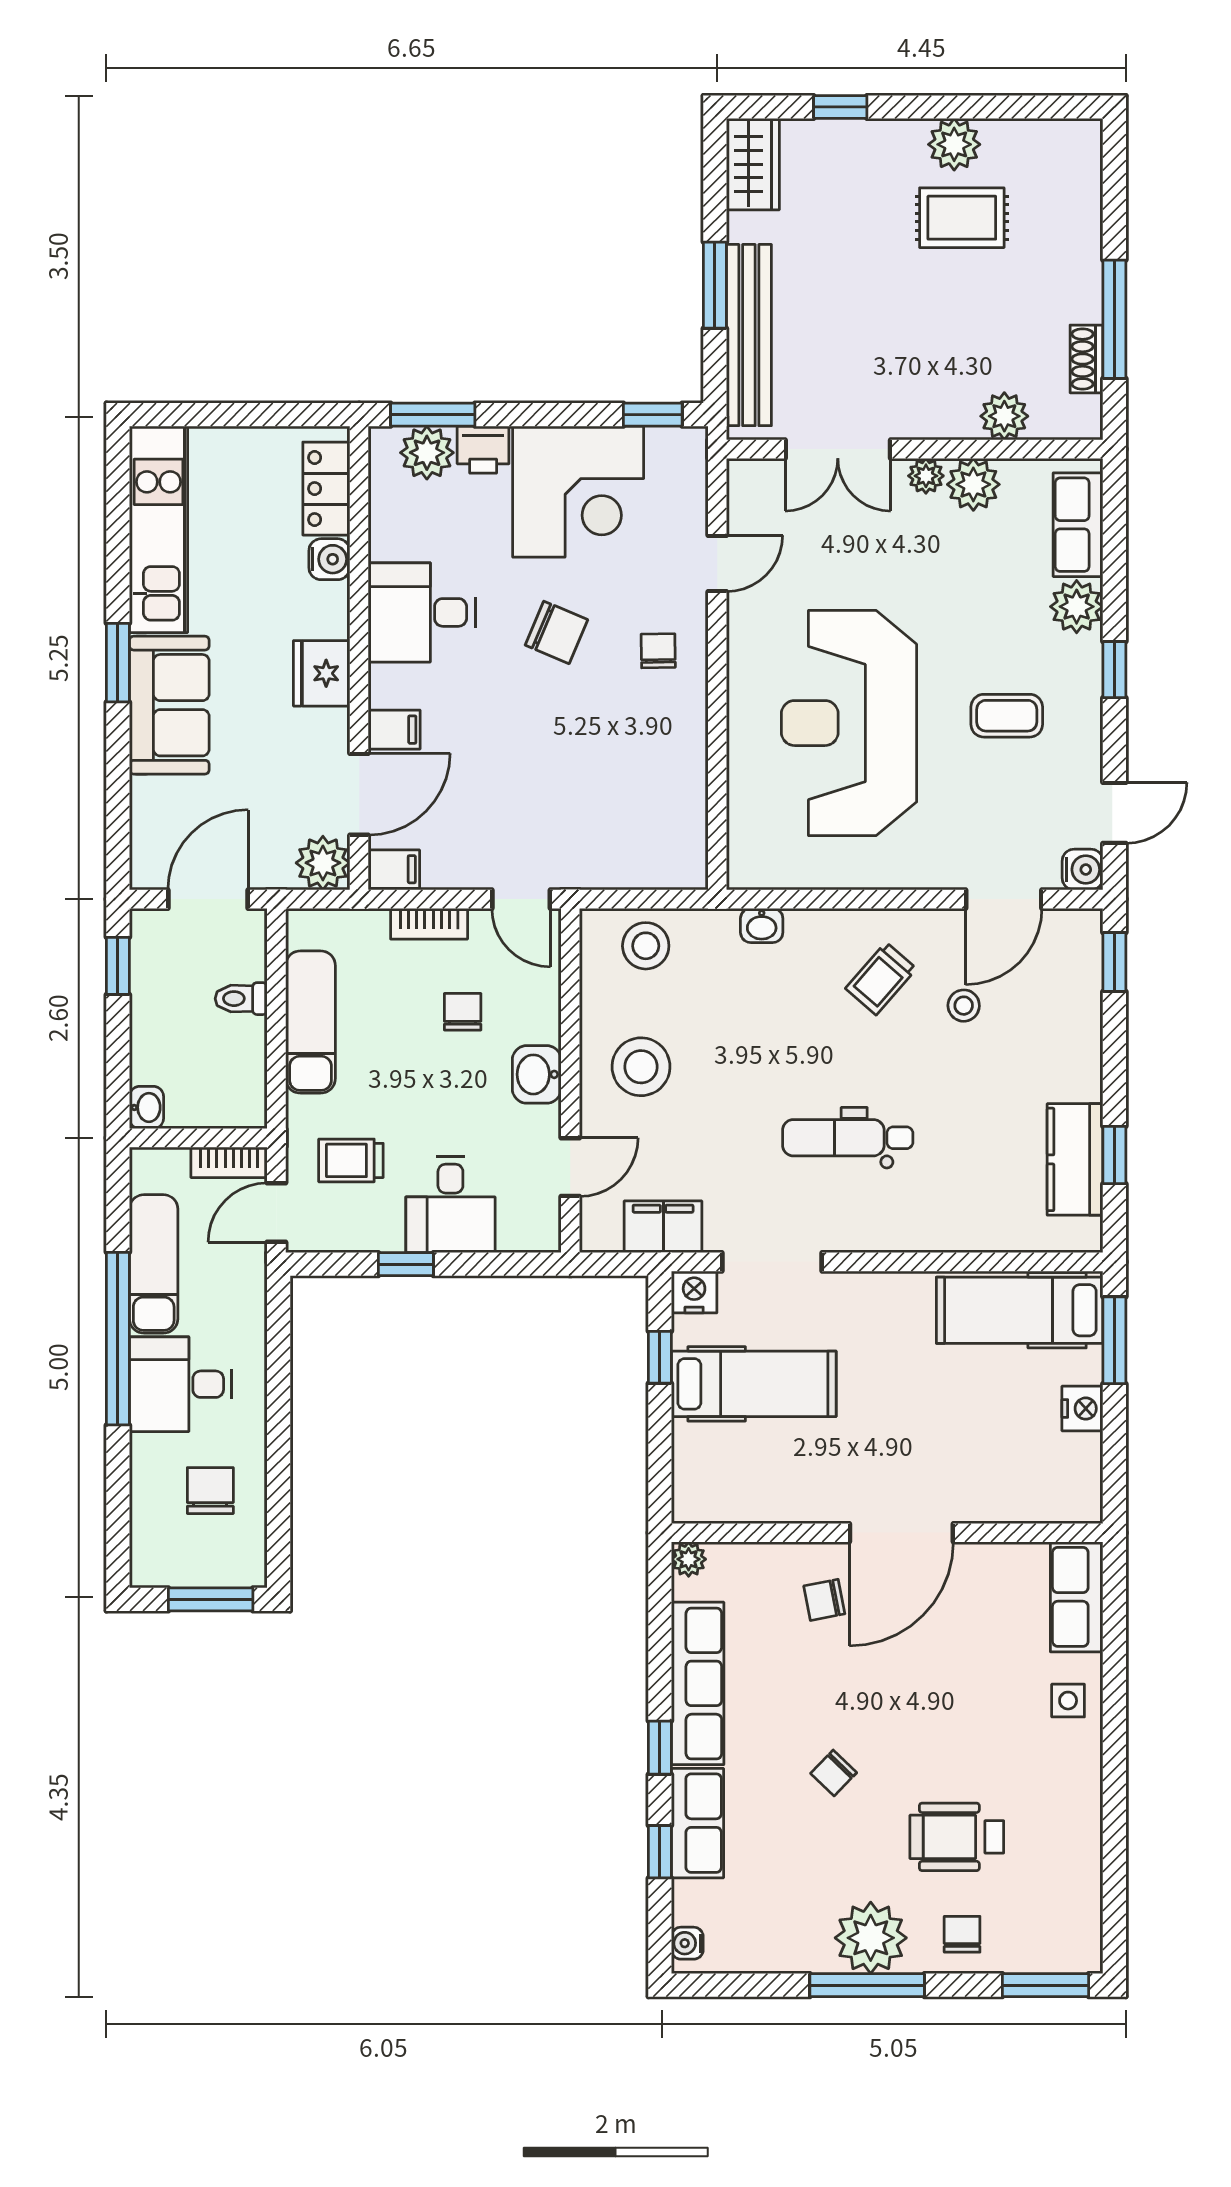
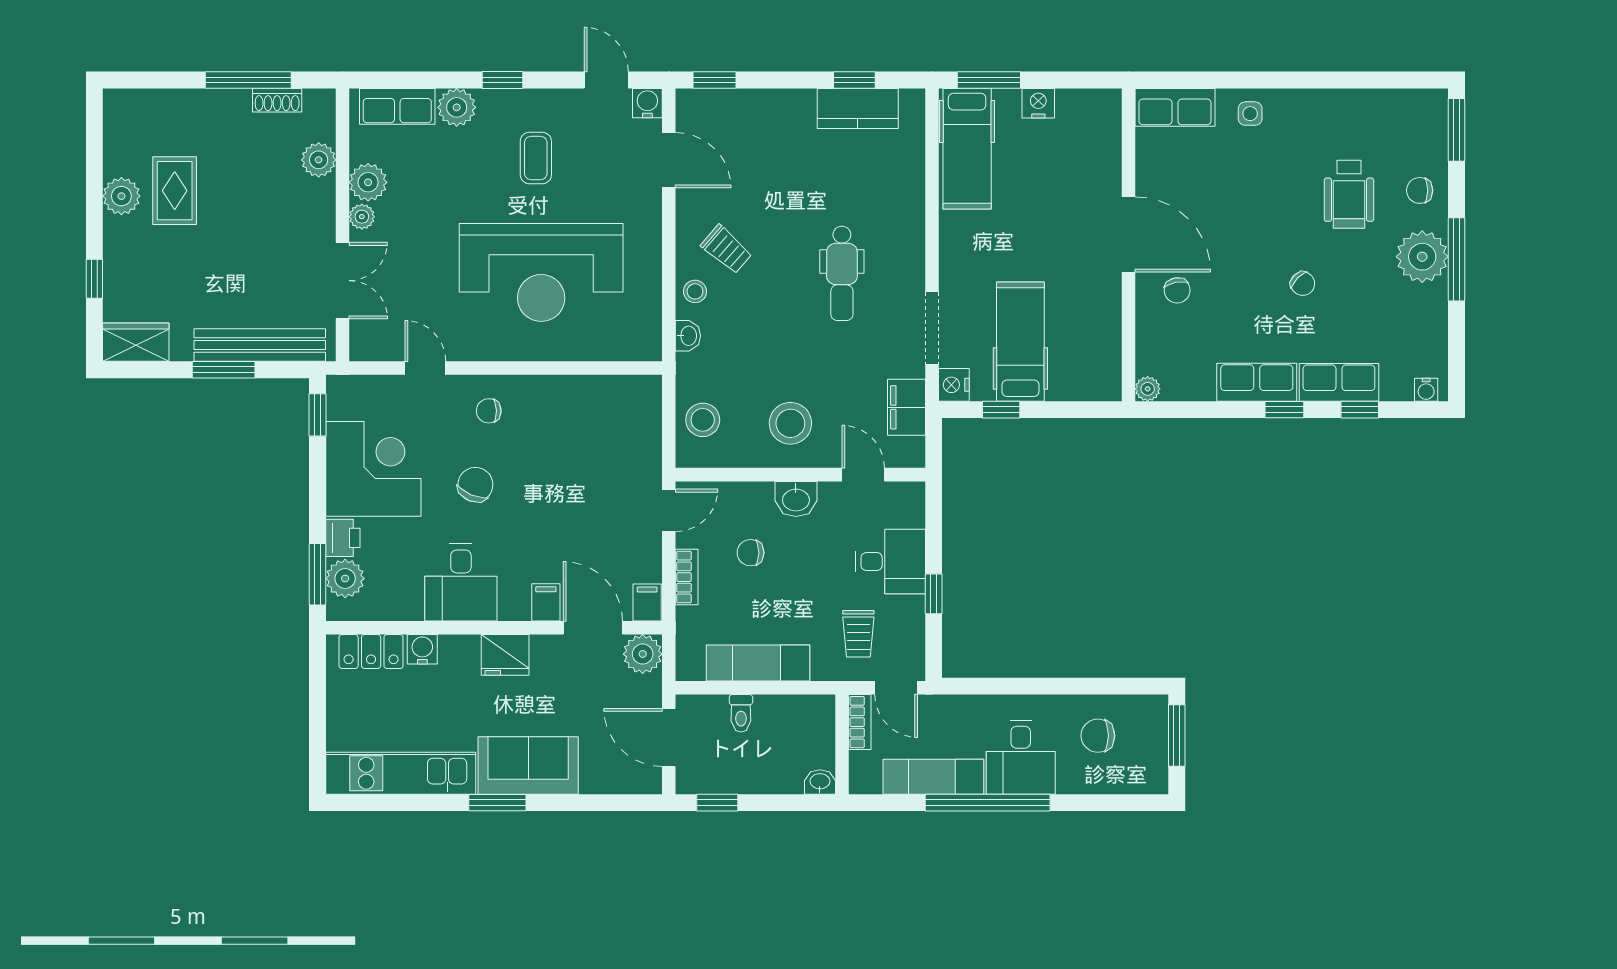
stool: (964, 1006) -> (695, 291), moved
row of seats: (698, 1683) -> (1257, 382), width x0.68

